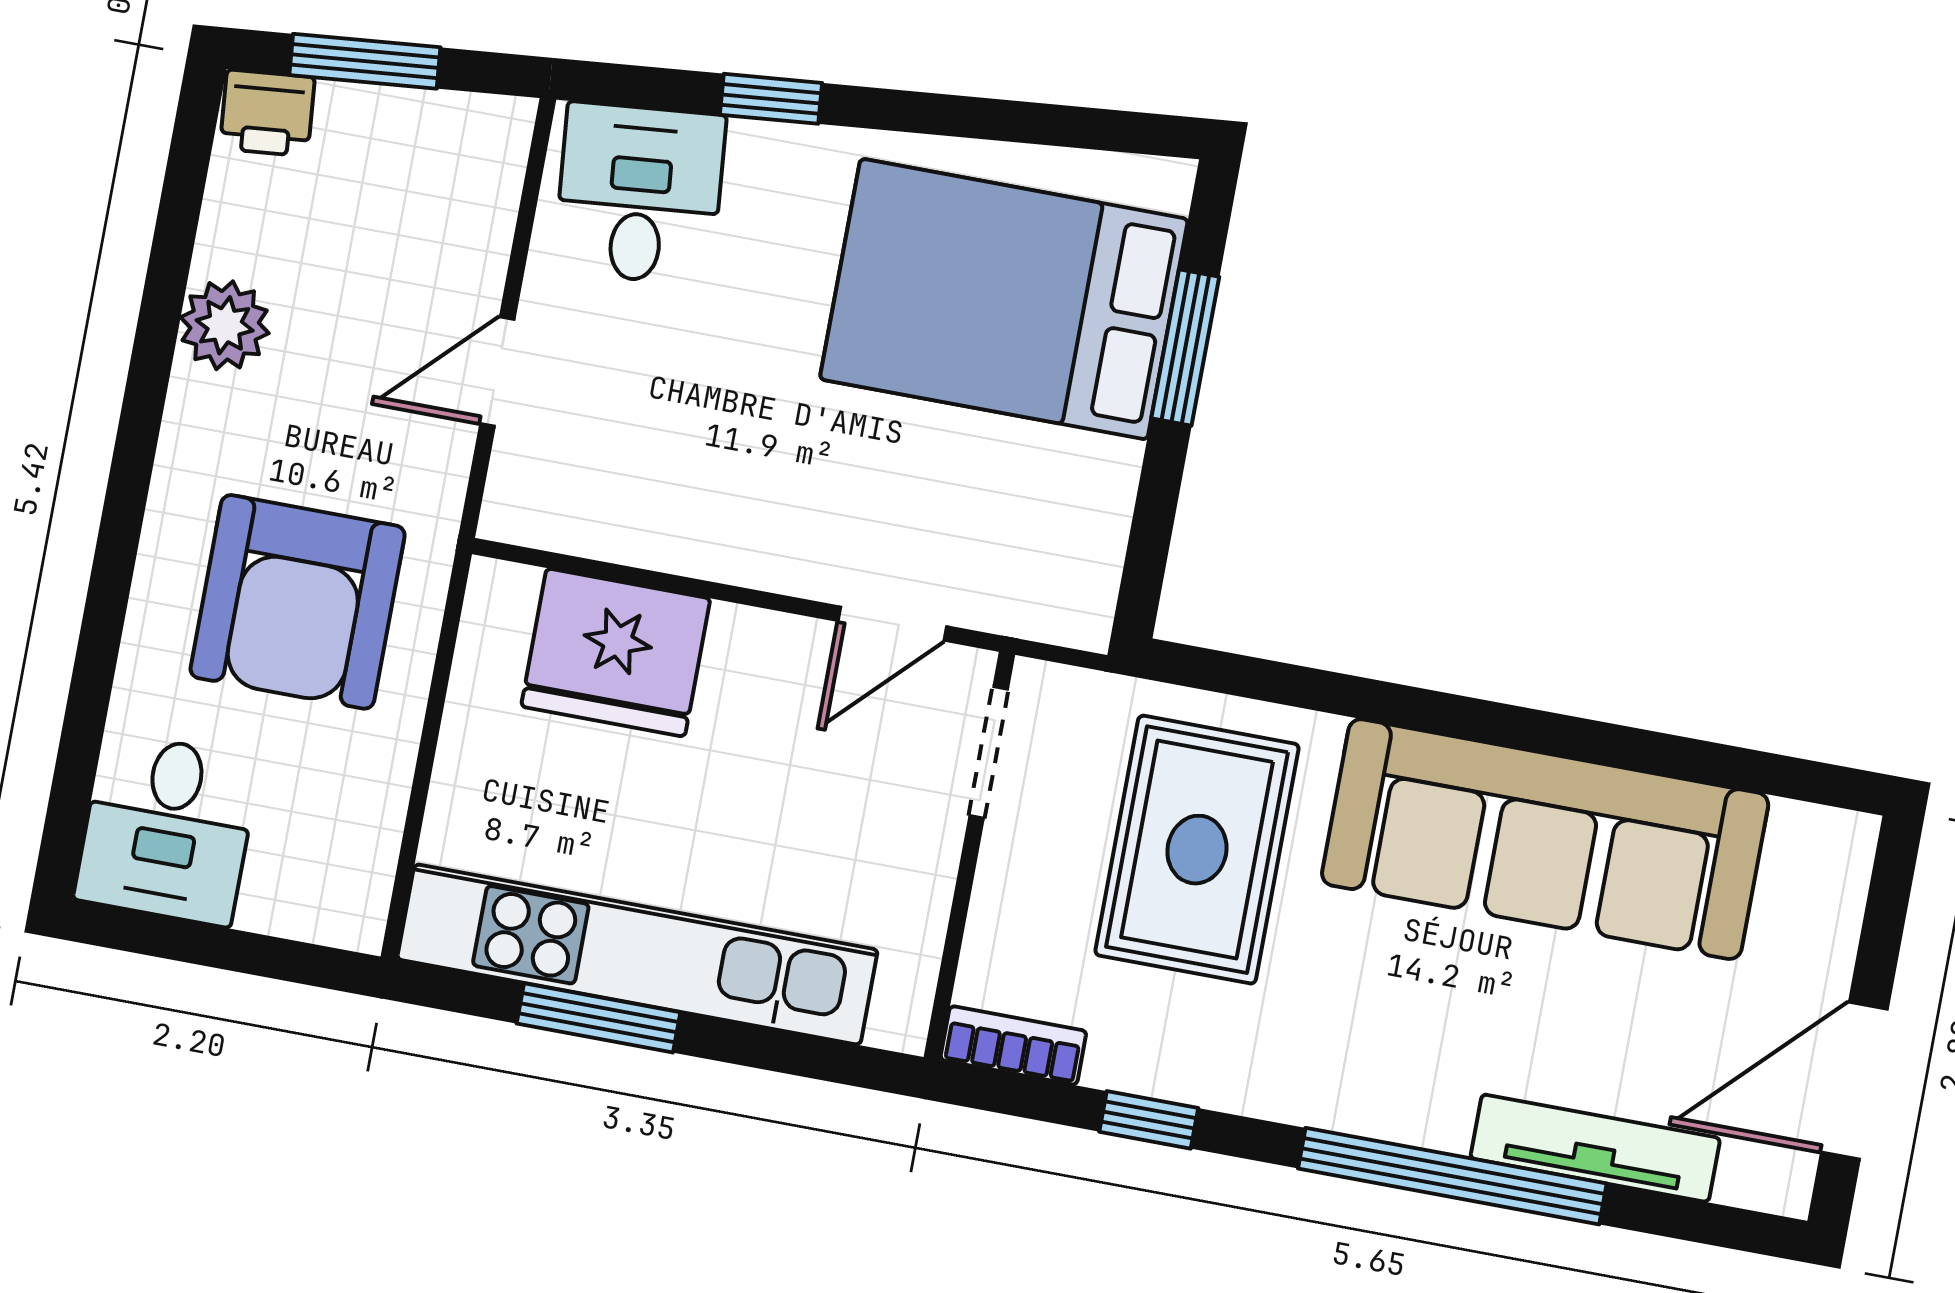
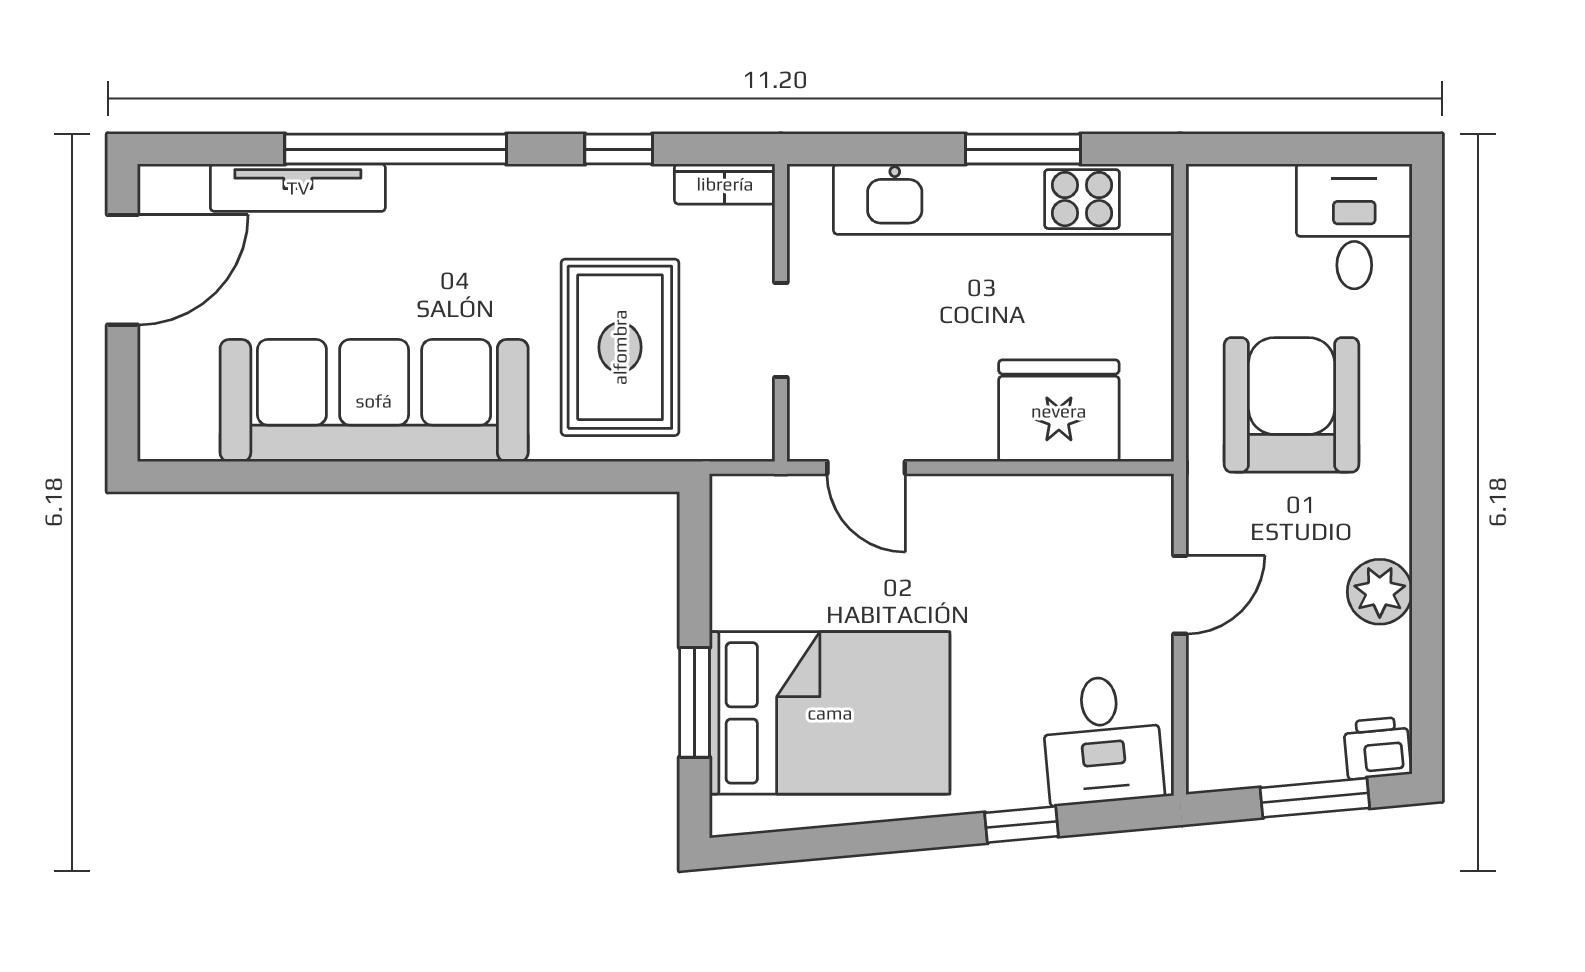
door: (892, 624) -> (866, 468), swing flipped
doorway: (989, 752) -> (781, 330), moved

